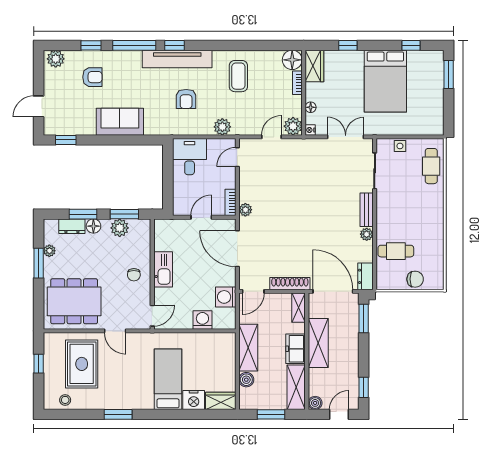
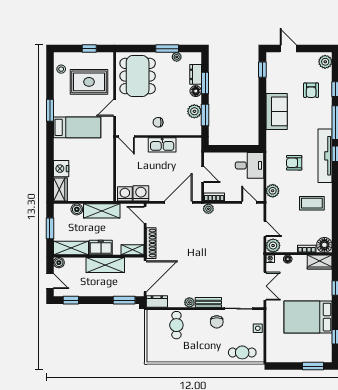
chair: (415, 279) -> (217, 322), moved
washing machine: (202, 320) -> (125, 194), moved, turned -90
bed: (168, 379) -> (77, 127), moved

